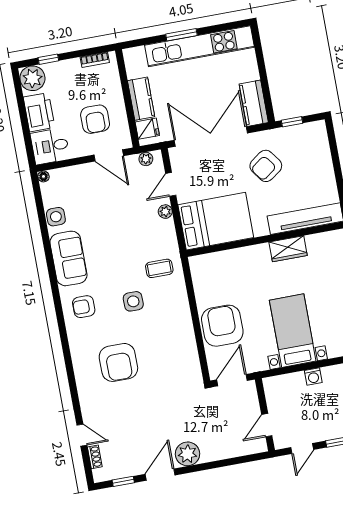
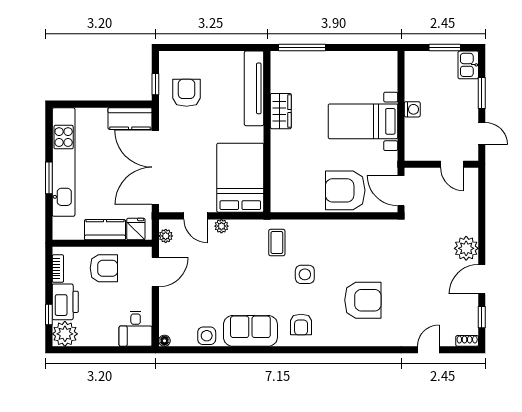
printer: (39, 112) -> (65, 302), moved, turned 90
armchair: (95, 119) -> (104, 268), moved
armchair: (266, 166) -> (186, 93), moved, turned -144
shoe rack: (95, 457) -> (467, 341), moved
door: (160, 475) -> (482, 279), hinge flipped

